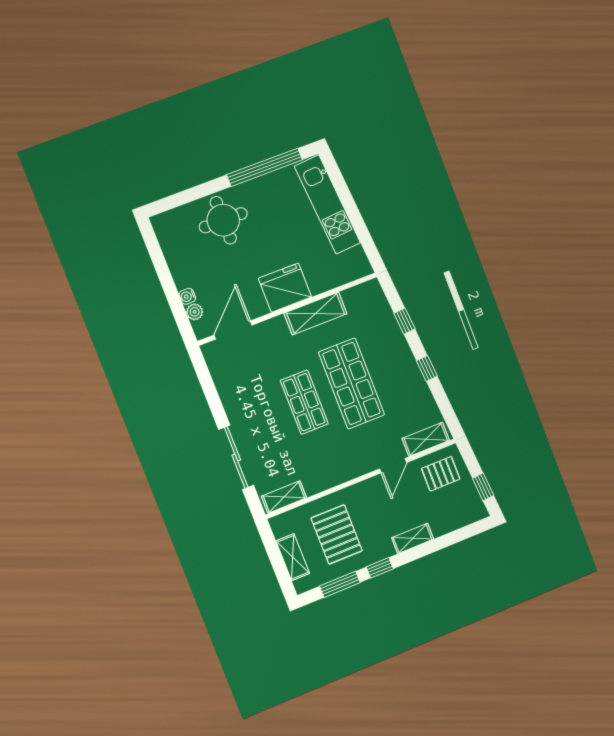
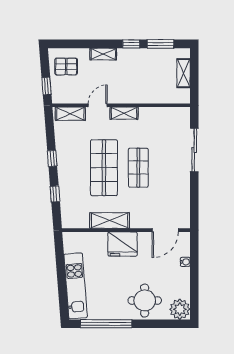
plant: (195, 312) -> (180, 309), moved, width x1.87, depth x1.87
pallet: (441, 474) -> (66, 67), moved
window: (483, 487) -> (46, 86), moved
shelving: (284, 497) -> (124, 113), moved
pallet: (337, 534) -> (150, 76), removed

